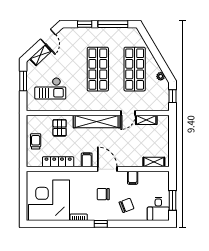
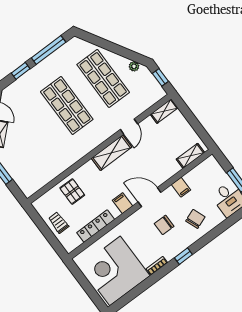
checkout: (50, 88) -> (34, 160), removed
shelving: (146, 120) -> (164, 111), moved
shelving: (97, 122) -> (112, 153), width x0.68

